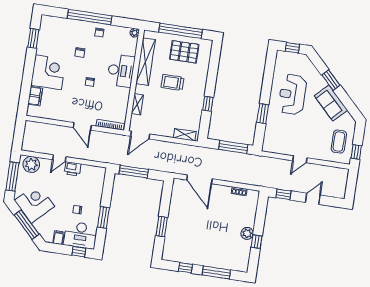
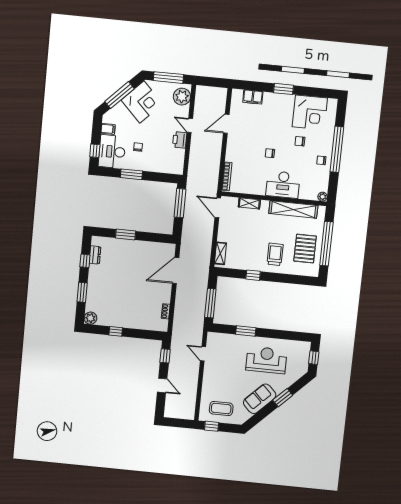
window: (33, 38) -> (283, 89), moved
corner desk: (48, 72) -> (310, 112), moved
trolley: (173, 82) -> (275, 254), moved
door: (82, 126) -> (226, 124), moved
door: (300, 159) -> (203, 354), moved
plant: (247, 233) -> (90, 318), moved
dresser: (180, 258) -> (95, 255), added
window: (216, 272) -> (82, 292), width x0.69

